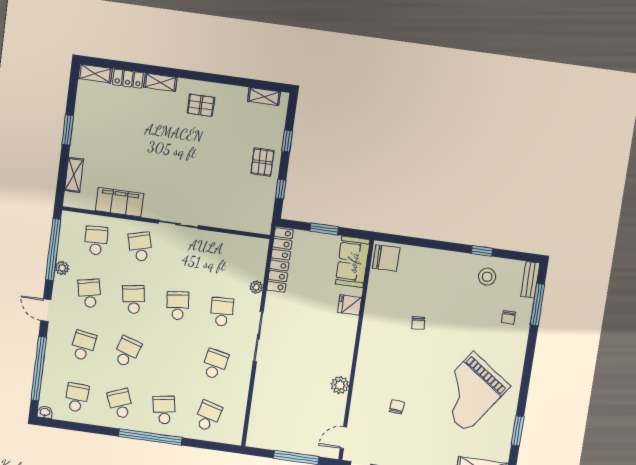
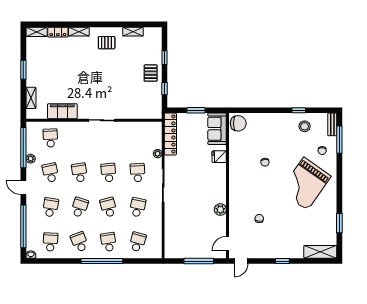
shelving: (264, 96) -> (133, 32), moved
school desk: (140, 247) -> (109, 207), moved
grand piano: (470, 392) -> (306, 184), moved

